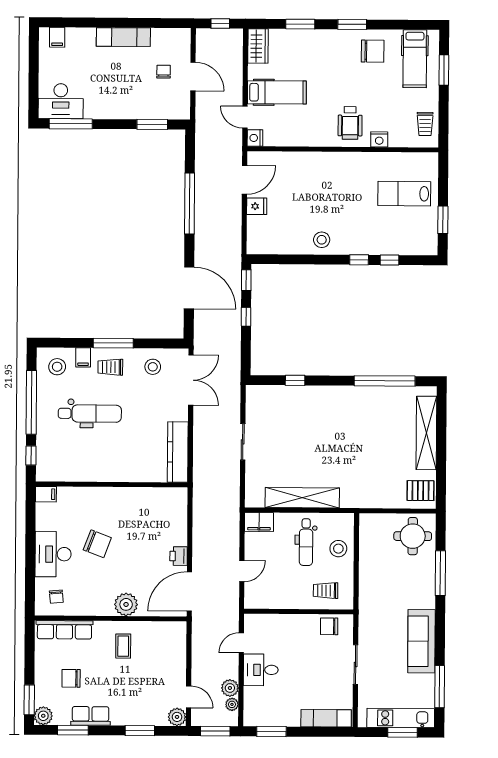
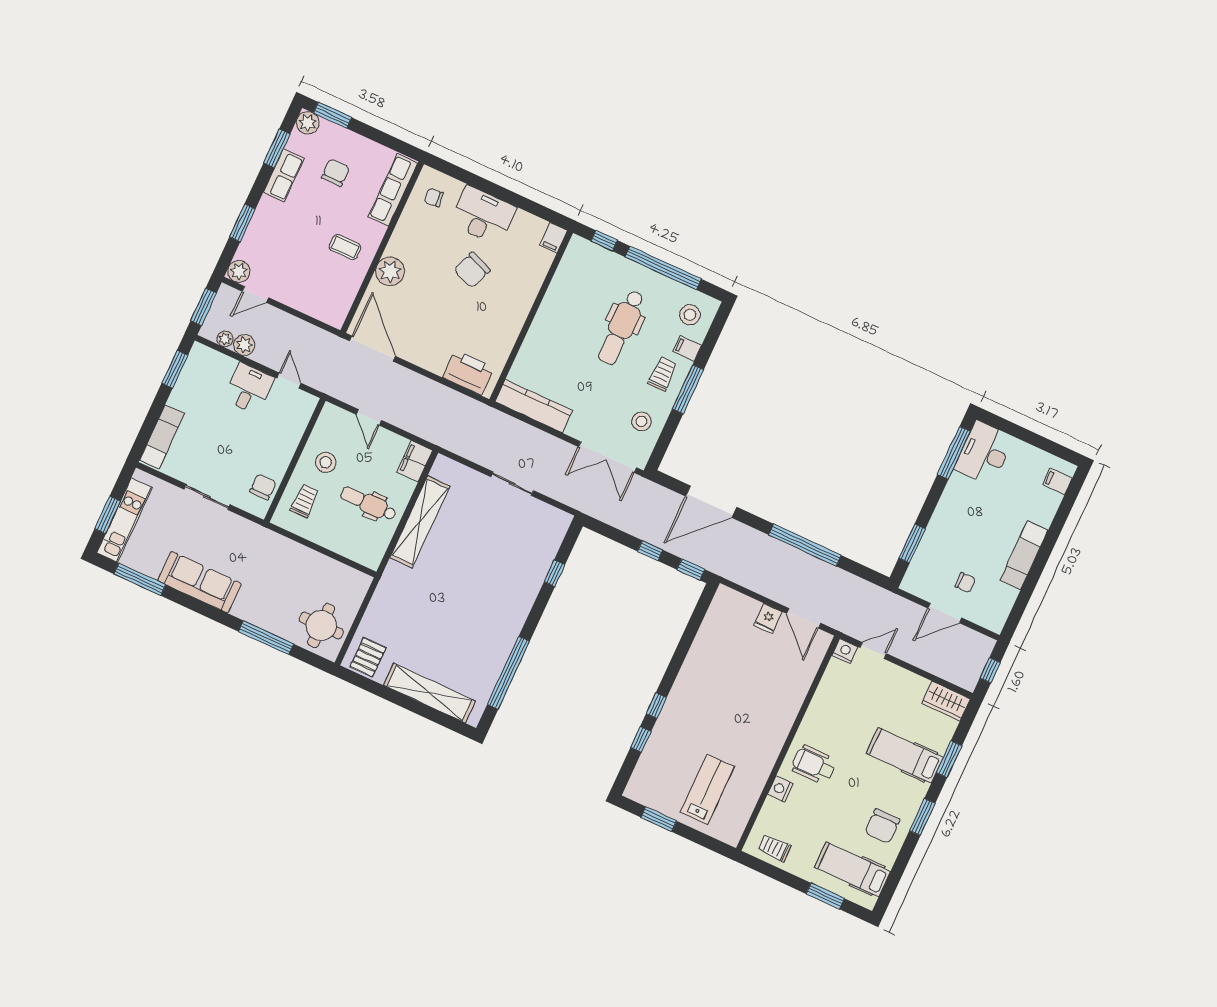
hospital bed: (277, 92) -> (905, 755), moved, turned 90
stool: (322, 240) -> (698, 674), removed
stool: (338, 549) -> (326, 462), moved
printer: (179, 556) -> (468, 372), moved, width x1.87, depth x1.48

